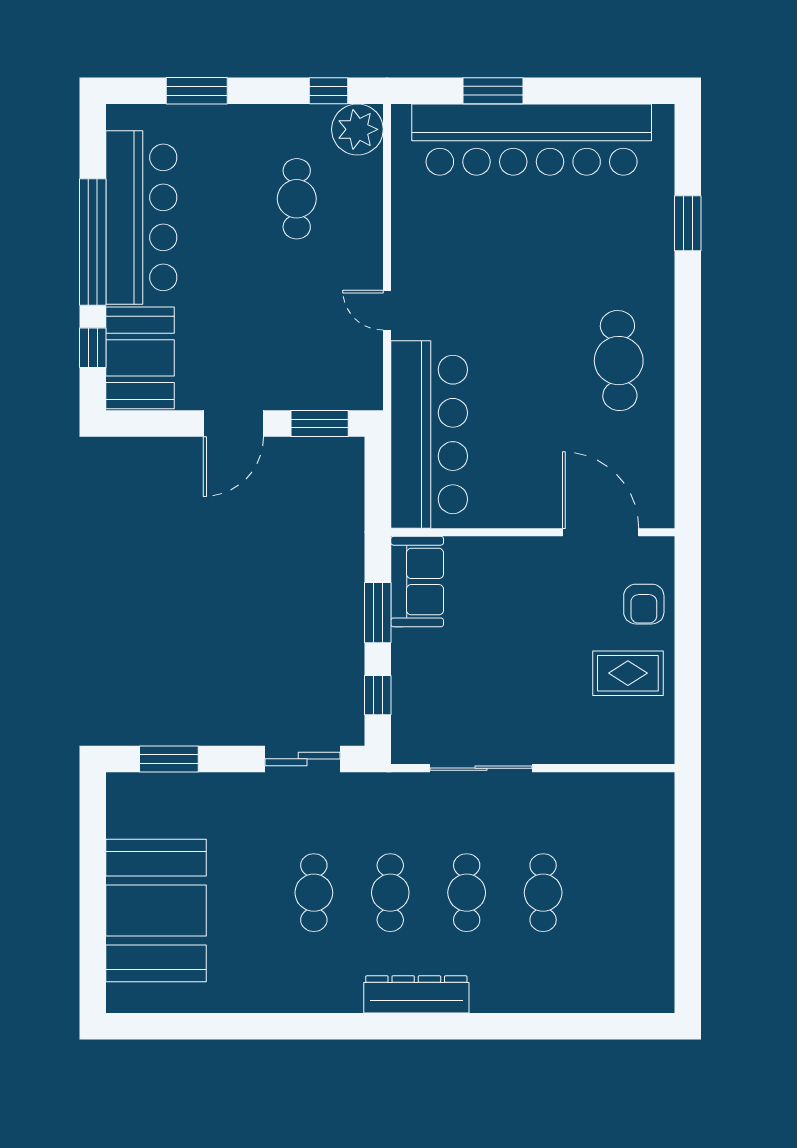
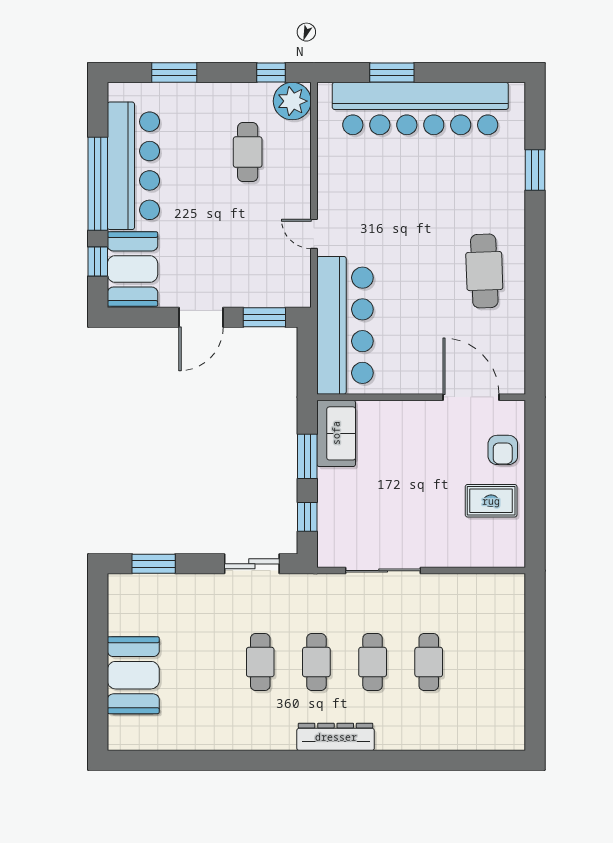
booth: (156, 911) -> (133, 675), width x0.73, depth x0.70

